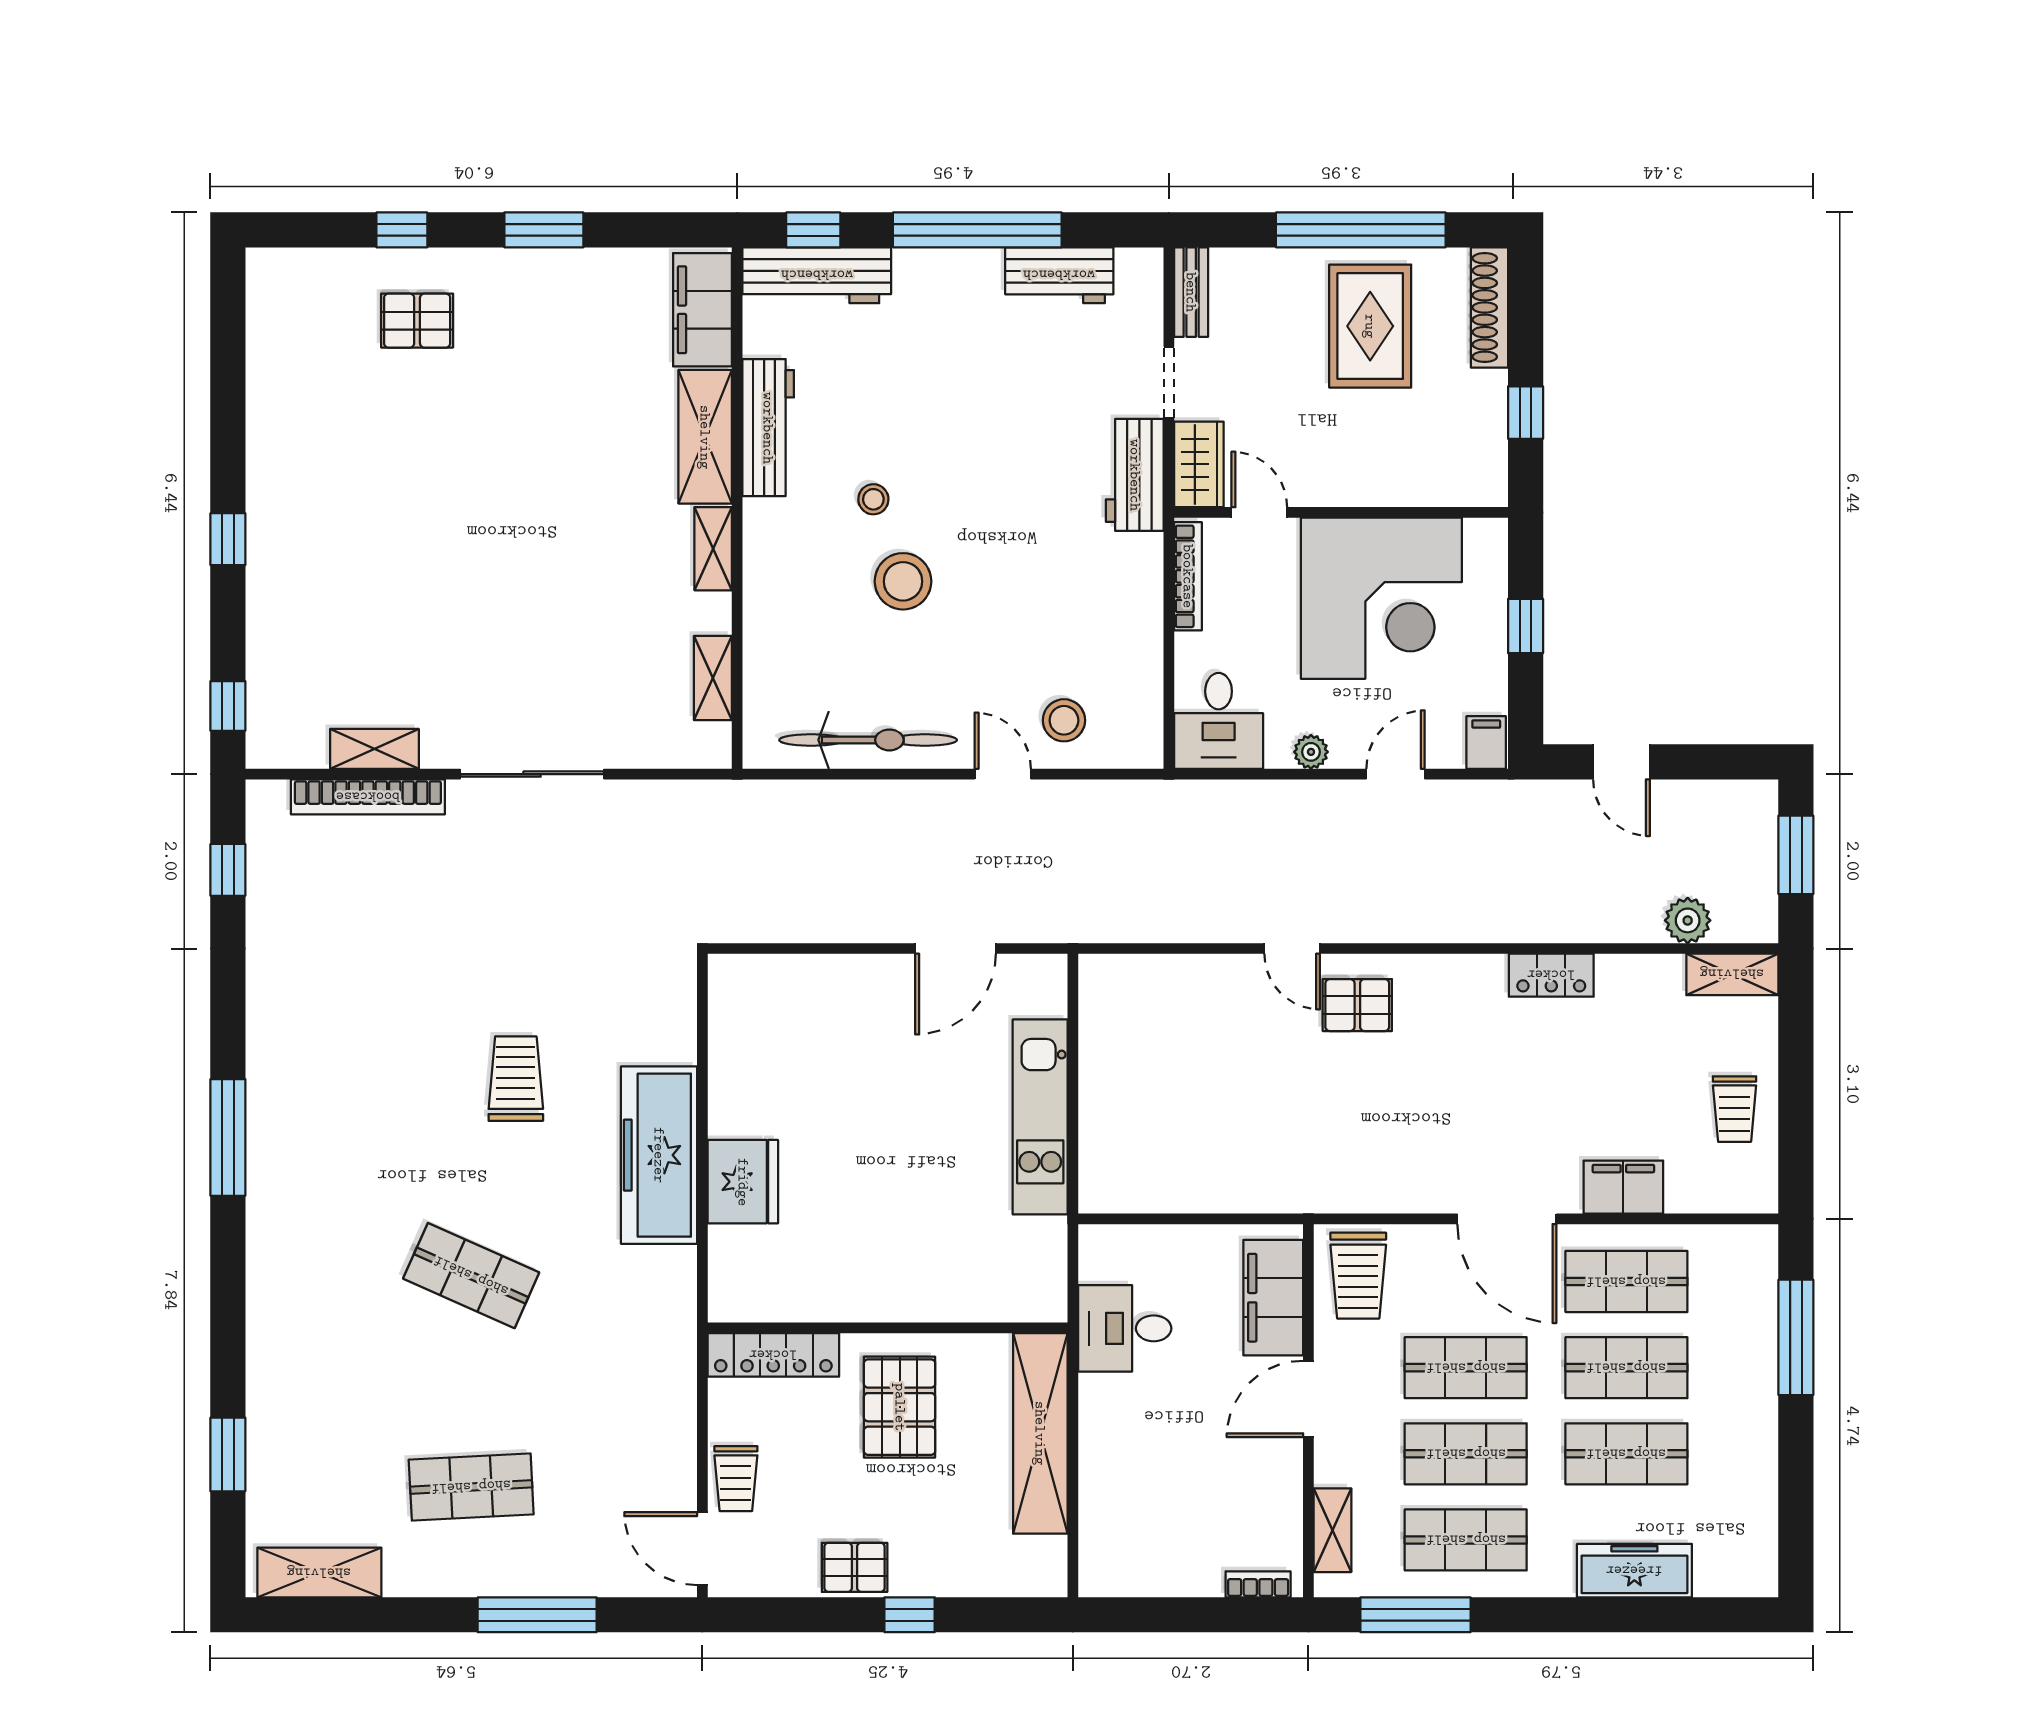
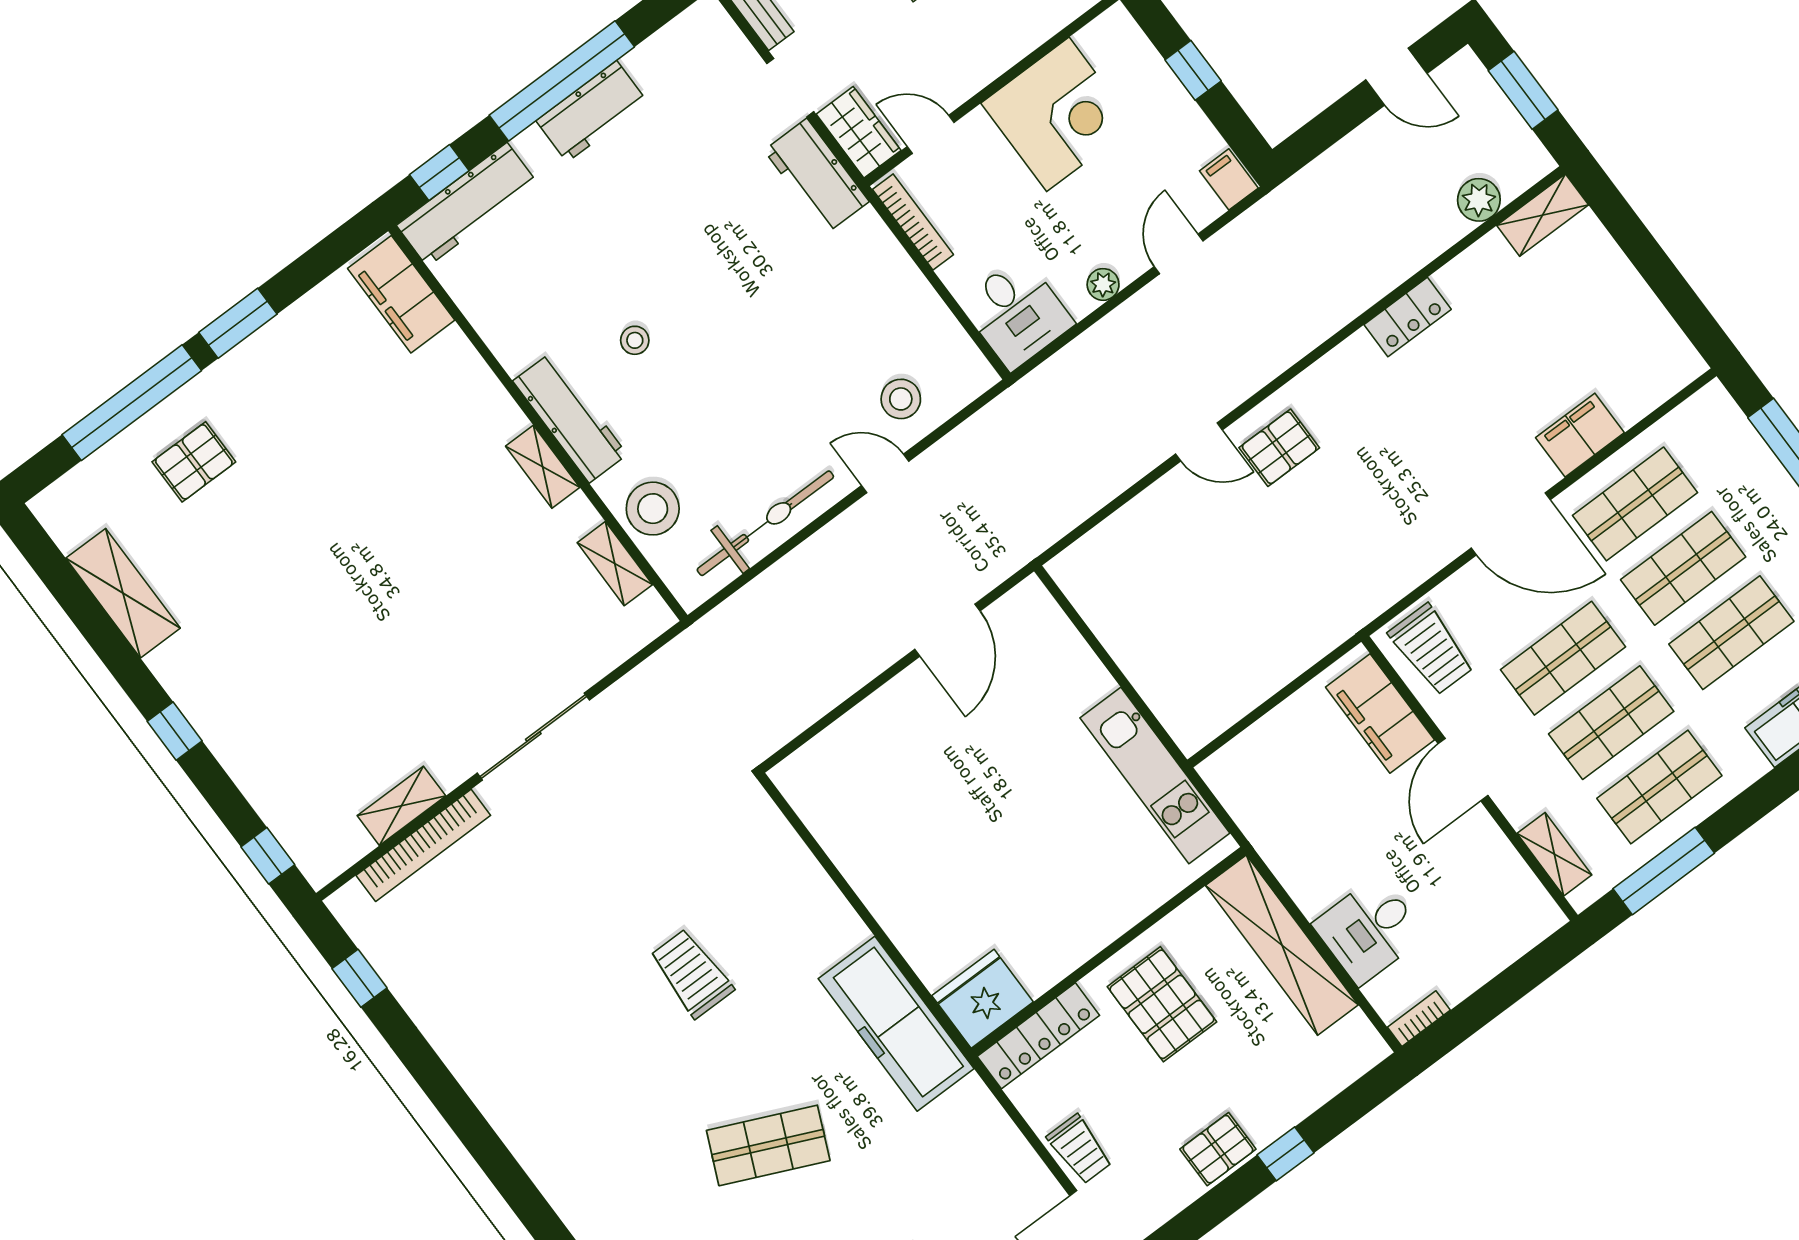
window: (402, 230) -> (132, 403), width x3.17
workbench: (1059, 275) -> (592, 111), moved
workbench: (768, 428) -> (570, 418), moved
shelving: (705, 437) -> (123, 593), moved
stool: (903, 581) -> (653, 509), moved
corner desk: (1381, 598) -> (1058, 114), width x0.74, depth x0.74
door: (1622, 762) -> (1396, 77), moved
trolley: (1735, 1109) -> (1619, 315), removed
kitchen unit: (1040, 1117) -> (1155, 776), moved
window: (228, 1137) -> (509, 1178), removed
freezer: (659, 1155) -> (896, 1024), moved
fridge: (743, 1182) -> (983, 999), moved, turned -90
desk: (1125, 1328) -> (1369, 930), moved
bookcase: (1258, 1584) -> (1419, 1019), moved

